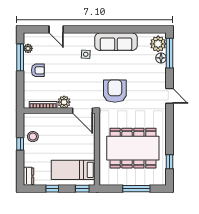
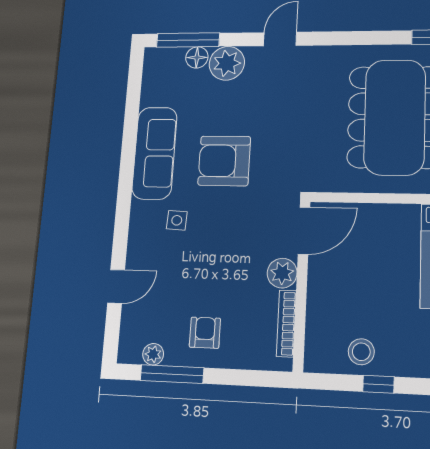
plant: (158, 44) -> (227, 63), moved
armchair: (115, 91) -> (224, 161), moved

